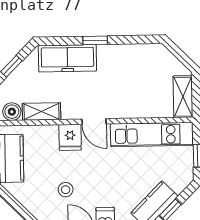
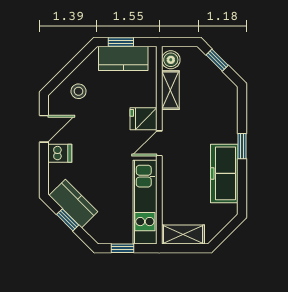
freezer: (67, 58) -> (224, 173), moved
stool: (66, 190) -> (79, 91), moved

